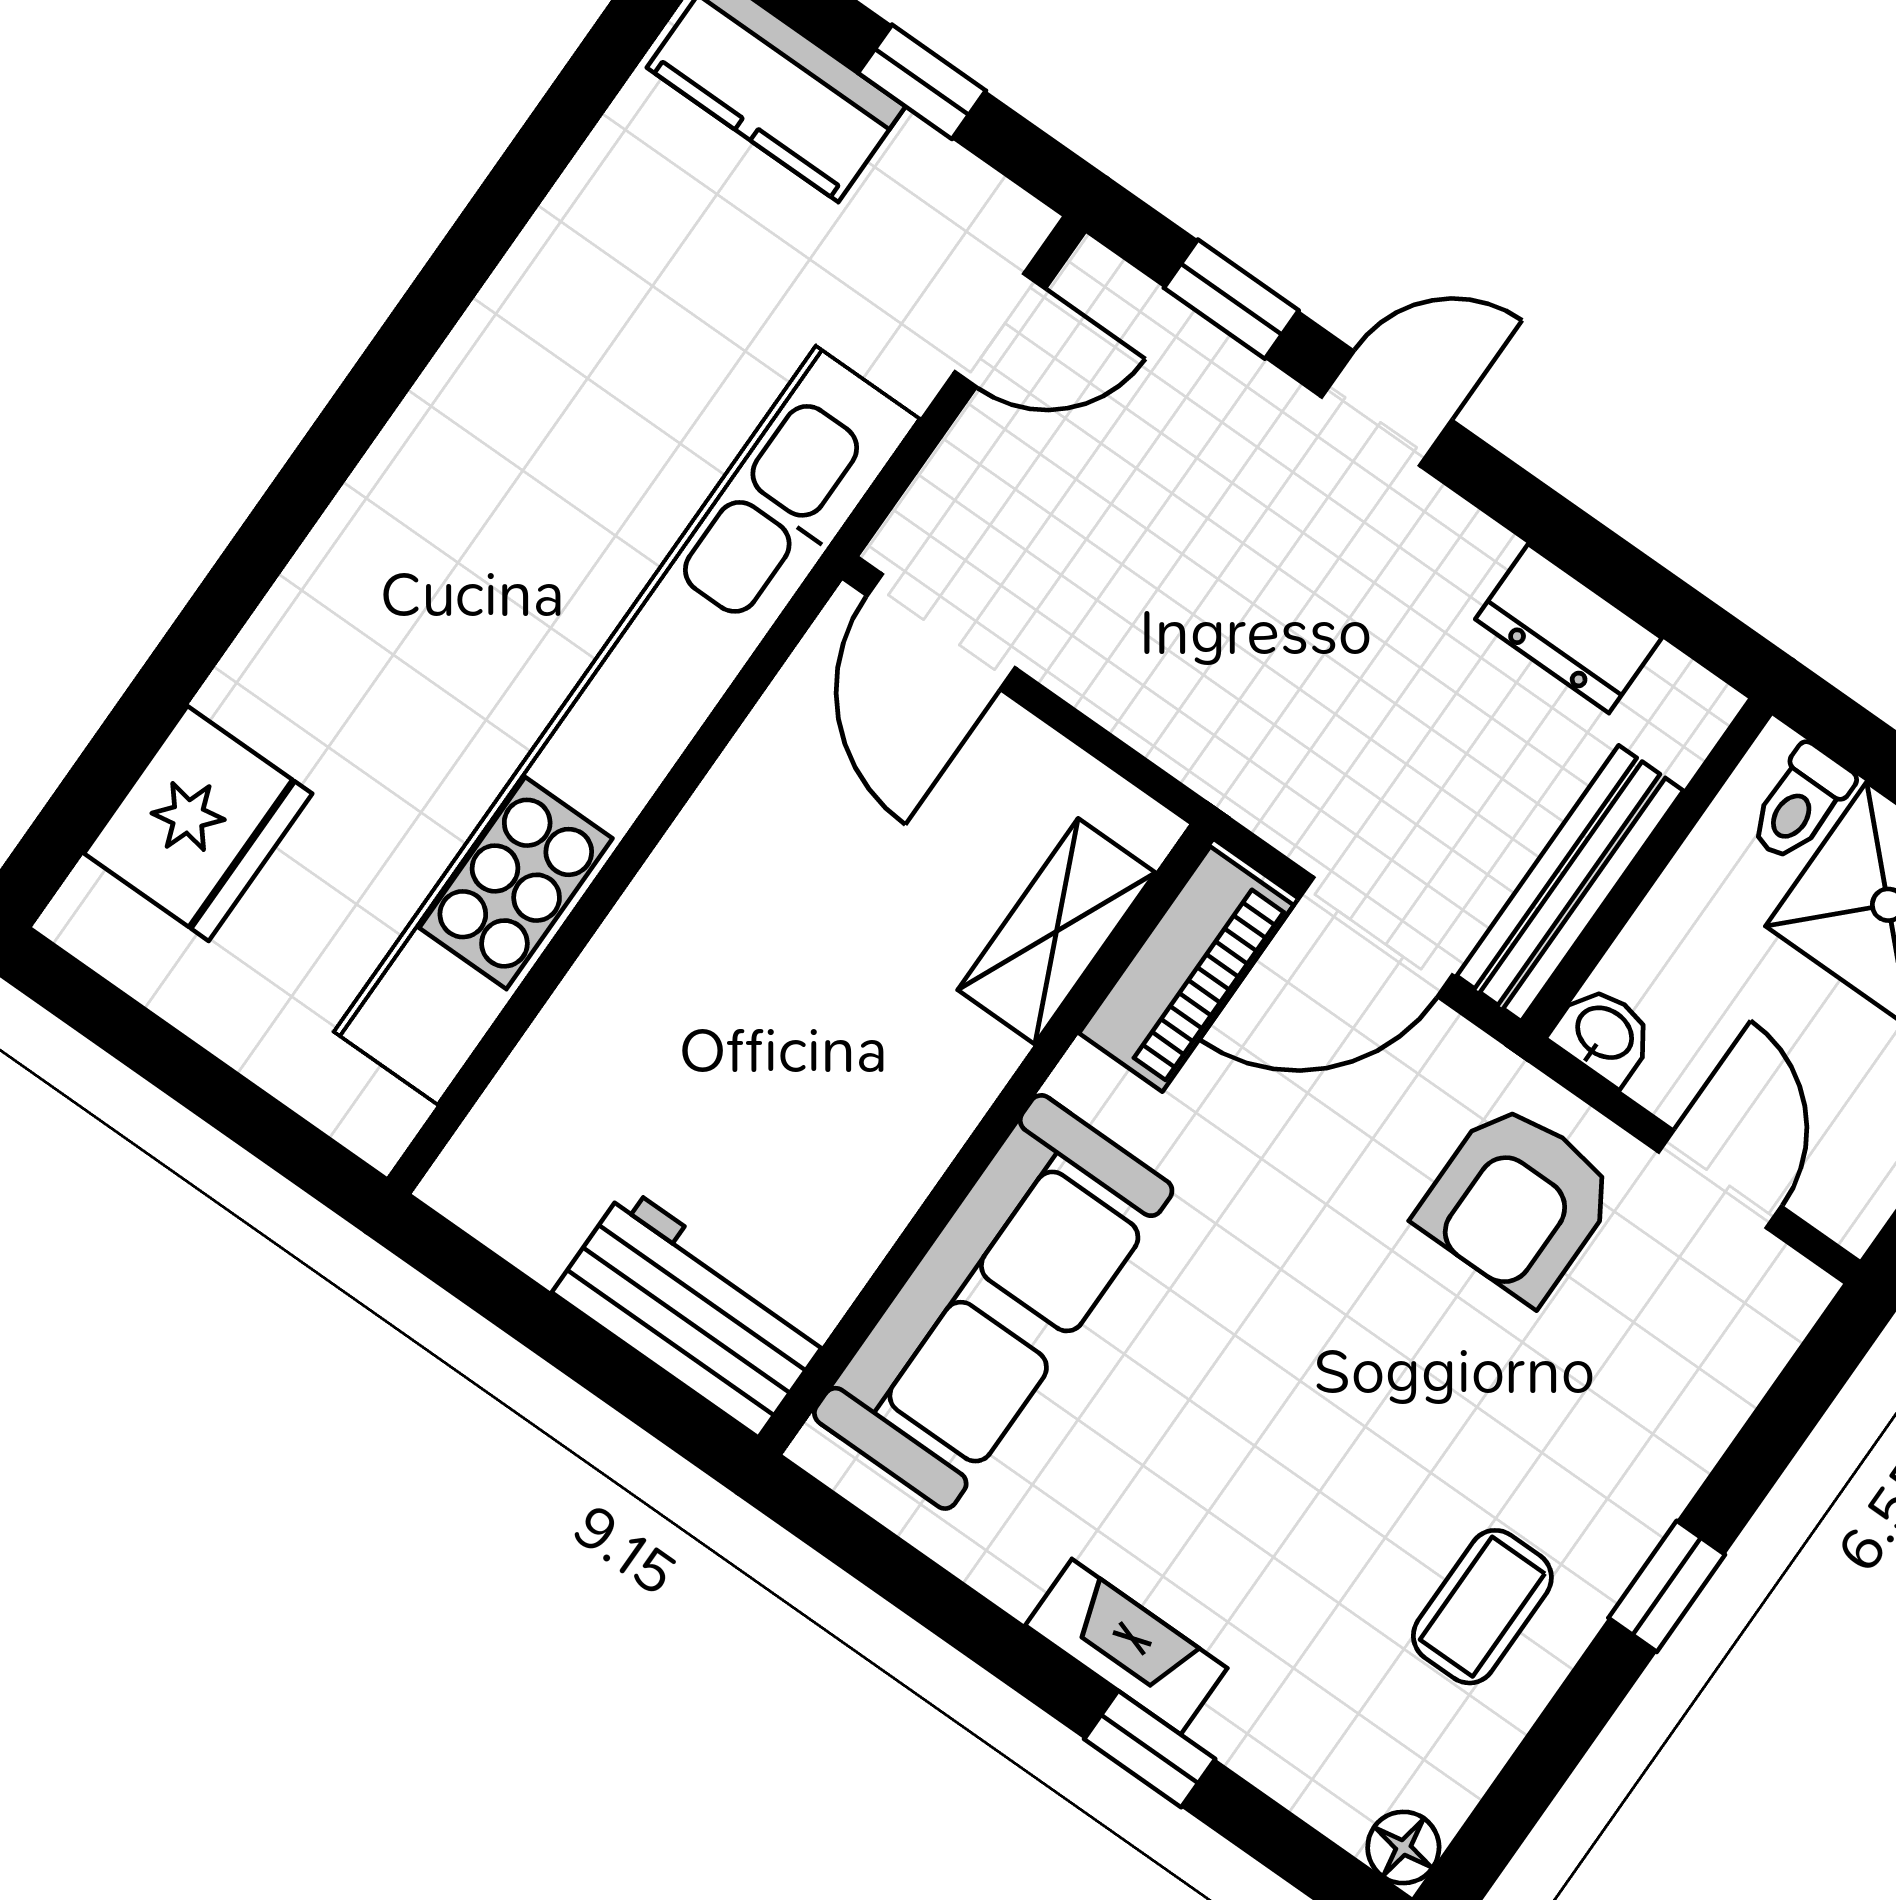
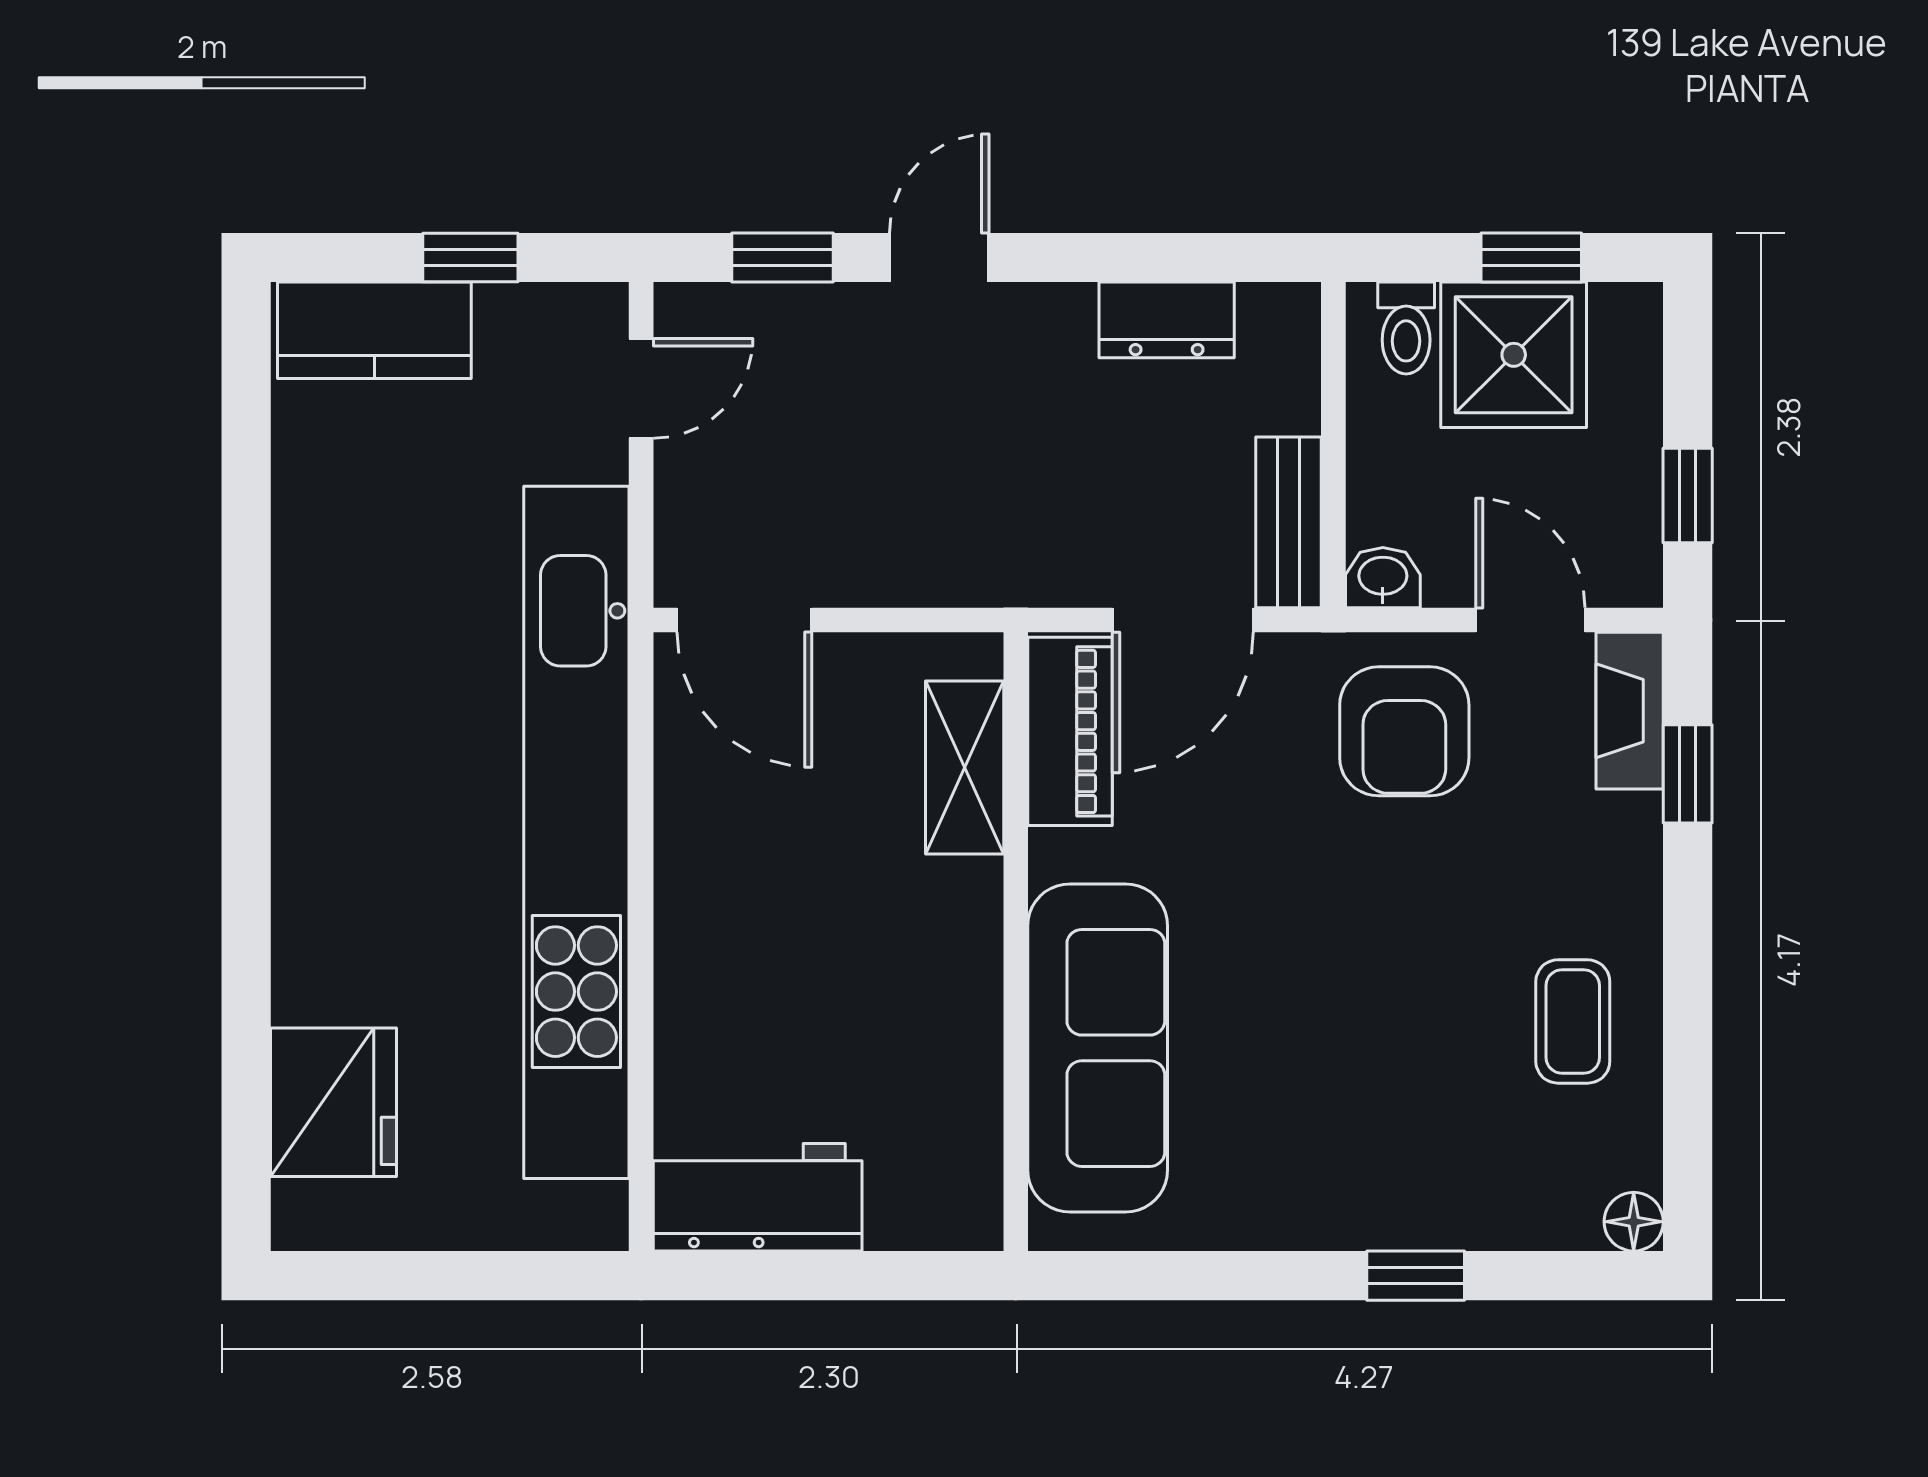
bench: (1570, 883) -> (1289, 522), width x0.73
workbench: (692, 1312) -> (758, 1197), moved
window: (1667, 1586) -> (1688, 774), moved
fireplace: (1126, 1647) -> (1630, 711), moved, turned -90

